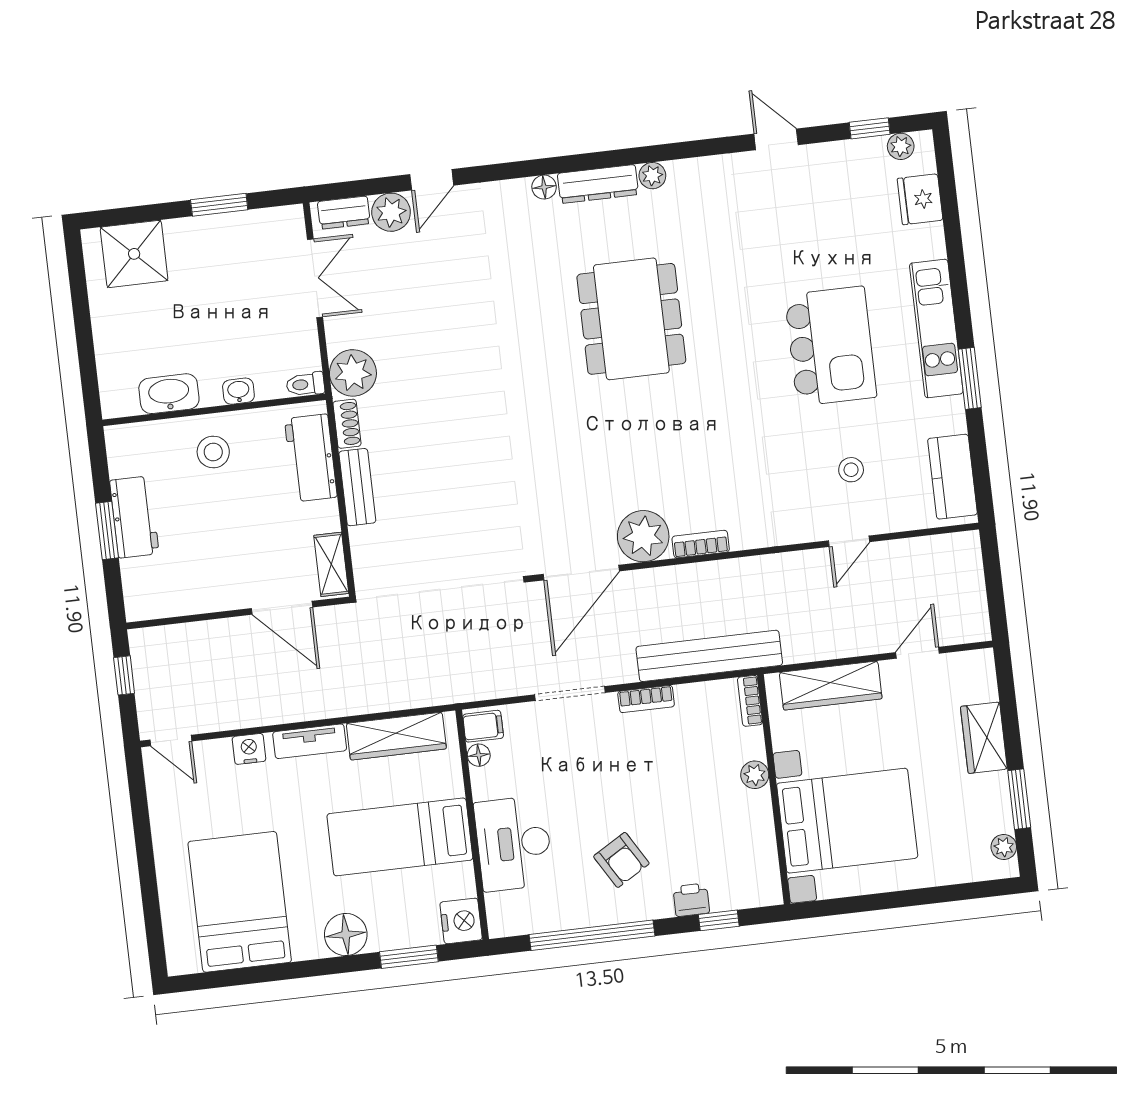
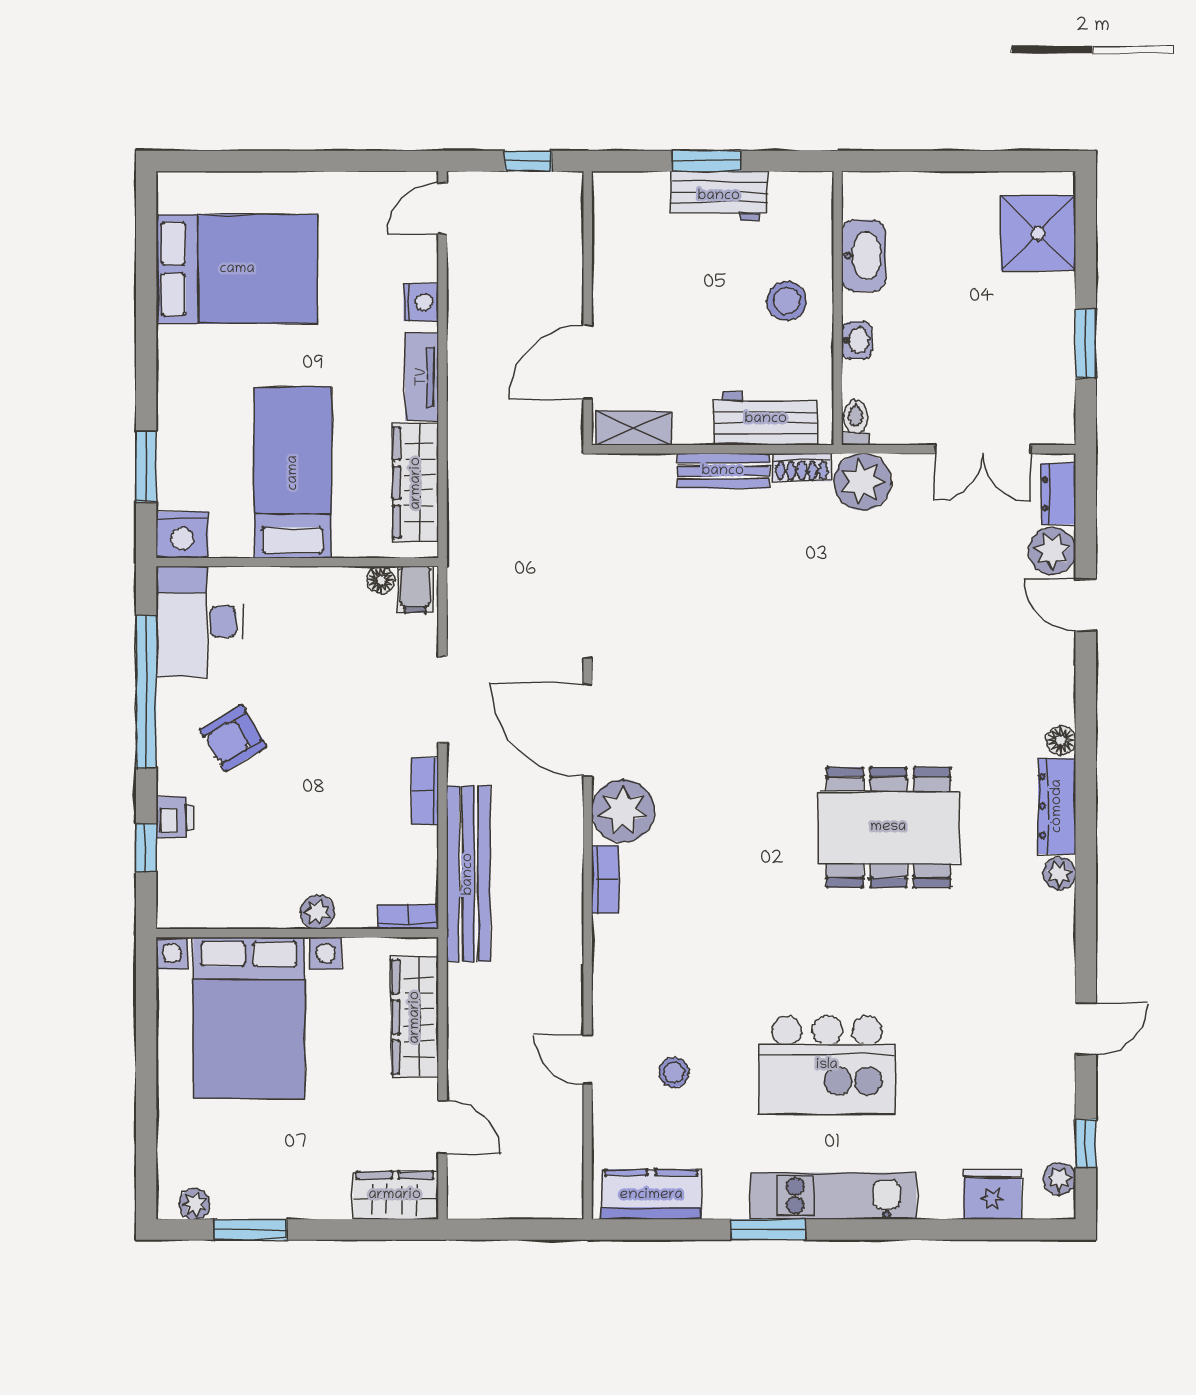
wardrobe: (984, 738) -> (395, 1195), moved
desk: (514, 843) -> (200, 622), moved, turned -90
floor lamp: (346, 935) -> (182, 393), removed

